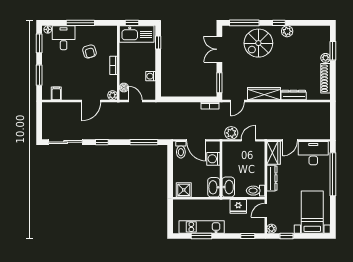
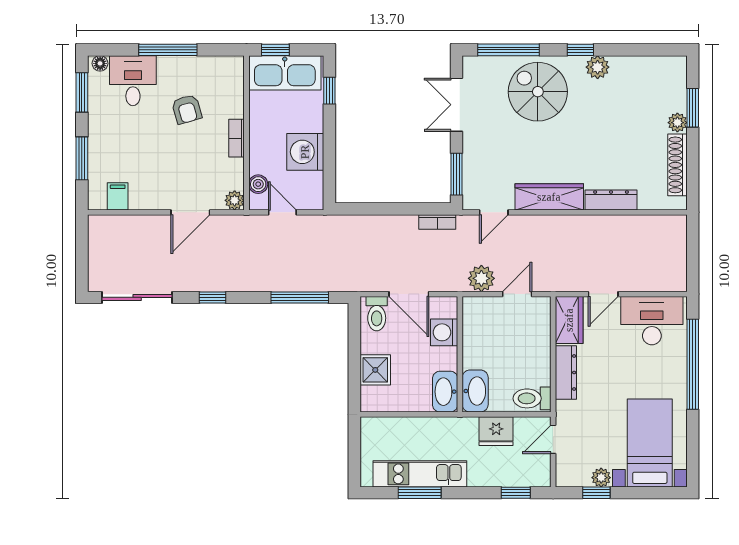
spiral stairs: (258, 43) -> (538, 92), turned 90
washing machine: (151, 76) -> (305, 152), width x1.89, depth x1.89
shower: (184, 190) -> (375, 370), moved
plant: (271, 229) -> (601, 478), moved

